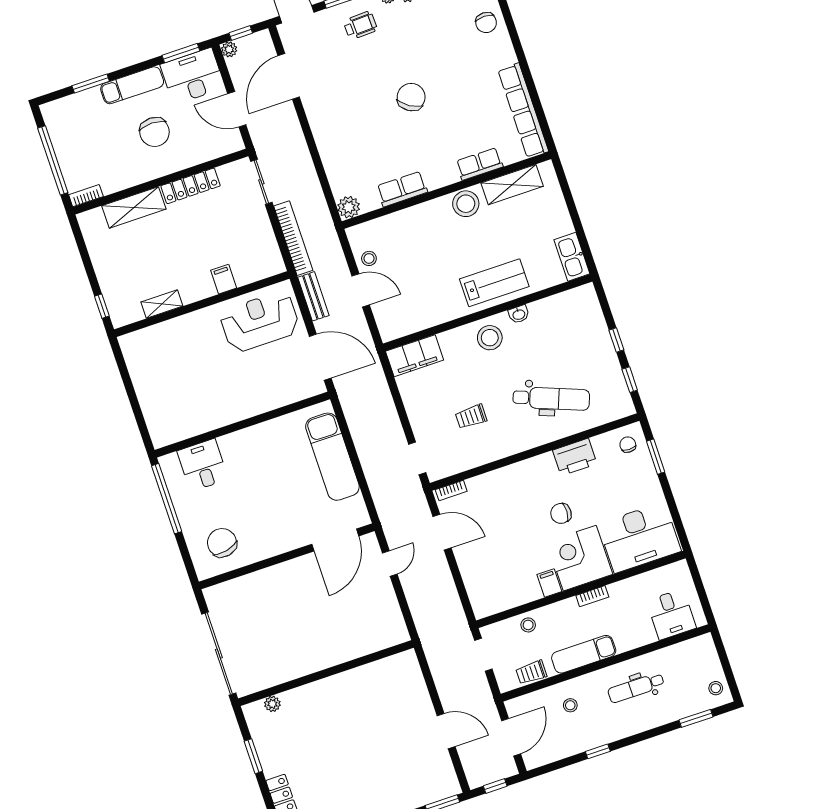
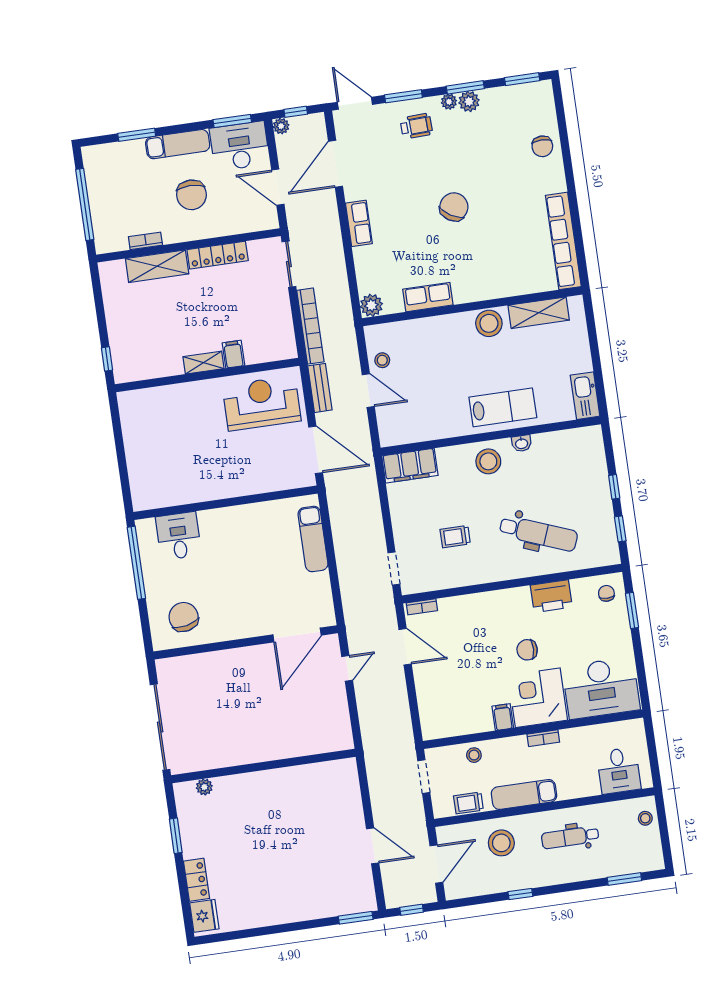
row of seats: (479, 164) -> (359, 223), moved, turned 90
bookcase: (86, 196) -> (145, 241), moved
shelving: (162, 304) -> (204, 363), moved
exam couch: (332, 457) -> (313, 539), width x0.73, depth x0.69
stool: (716, 688) -> (645, 818), moved
stool: (570, 705) -> (501, 843), width x1.89, depth x1.89

